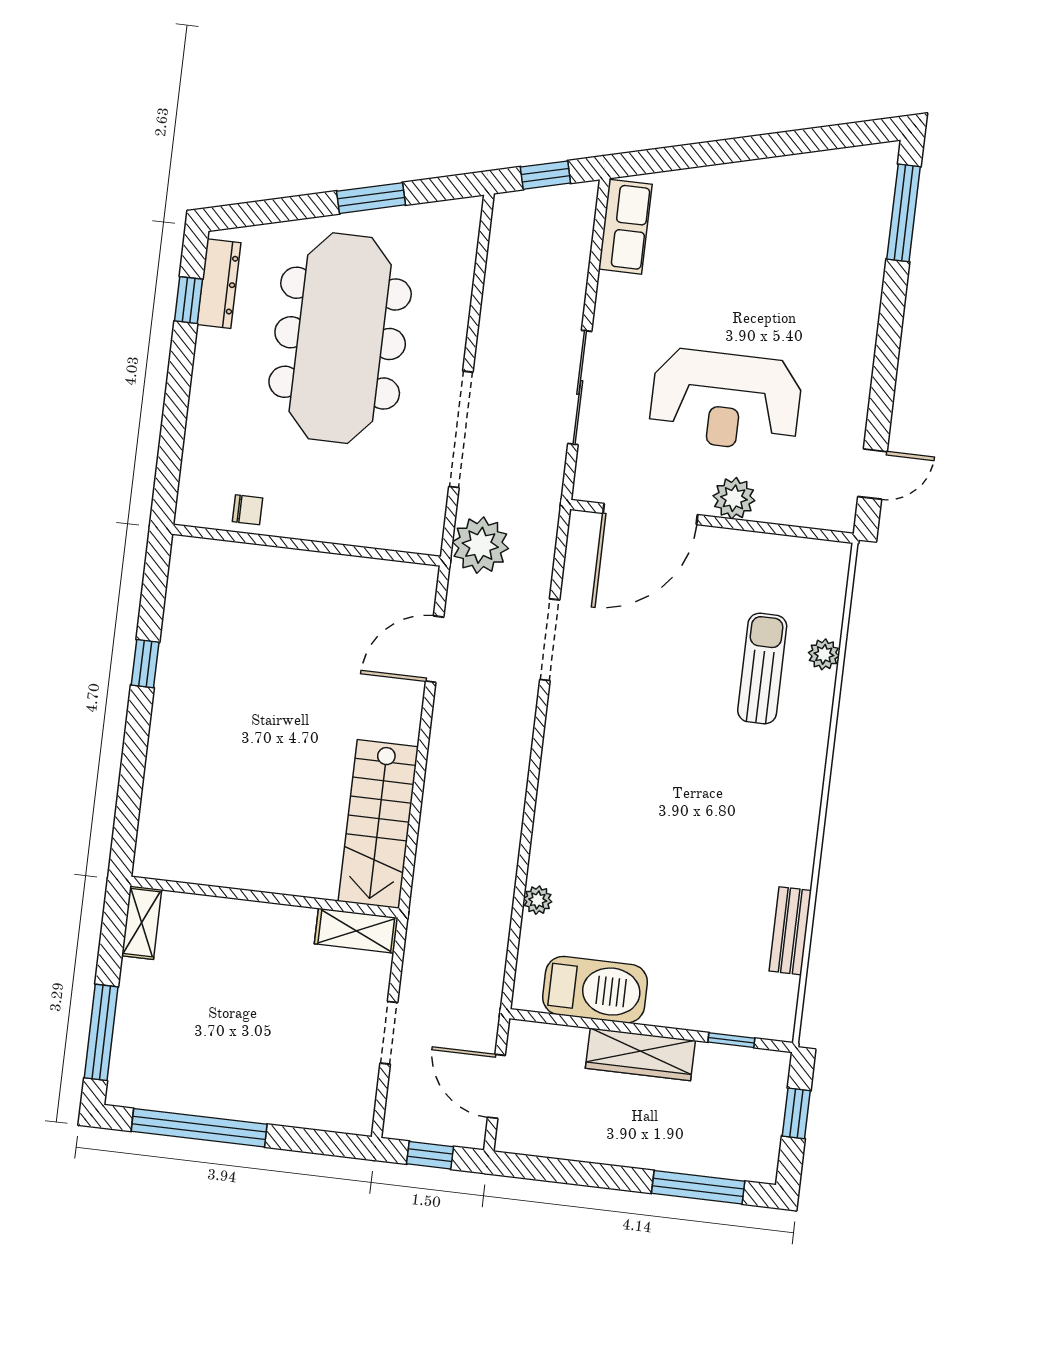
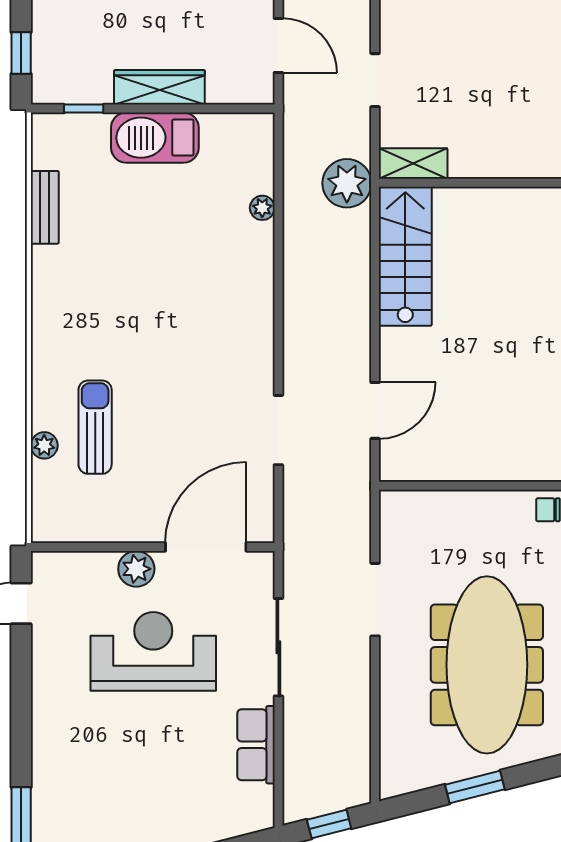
row of seats: (625, 227) -> (256, 745), moved
doorway: (461, 429) -> (375, 600), width x0.73
plant: (480, 545) -> (347, 183), moved
sun lounger: (762, 669) -> (95, 427), turned 180
barbecue: (595, 990) -> (155, 138), moved

